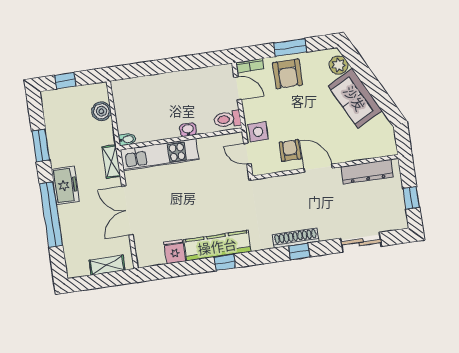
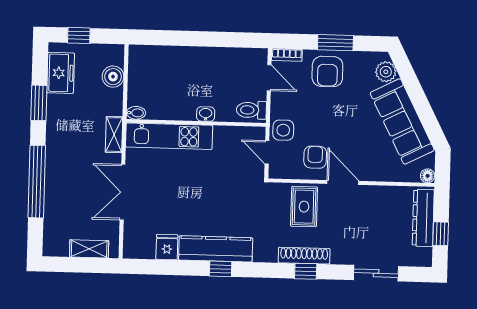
sofa: (355, 98) -> (402, 121), width x1.36
floor lamp: (391, 149) -> (428, 176), added
dresser: (367, 172) -> (423, 218), moved, turned 90
freezer: (65, 185) -> (61, 73), moved
rug: (288, 195) -> (304, 207), added

